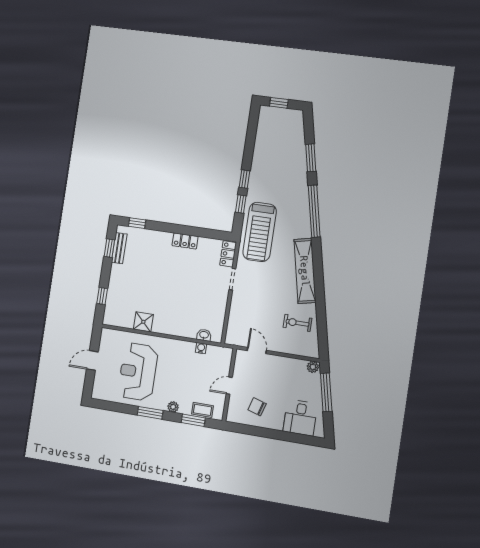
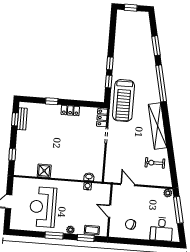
window: (137, 223) -> (52, 101), moved
door: (229, 386) -> (110, 211), hinge flipped

